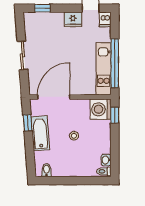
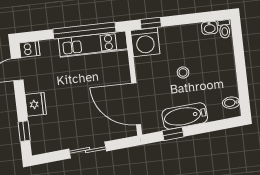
fridge: (73, 19) -> (36, 104), moved

